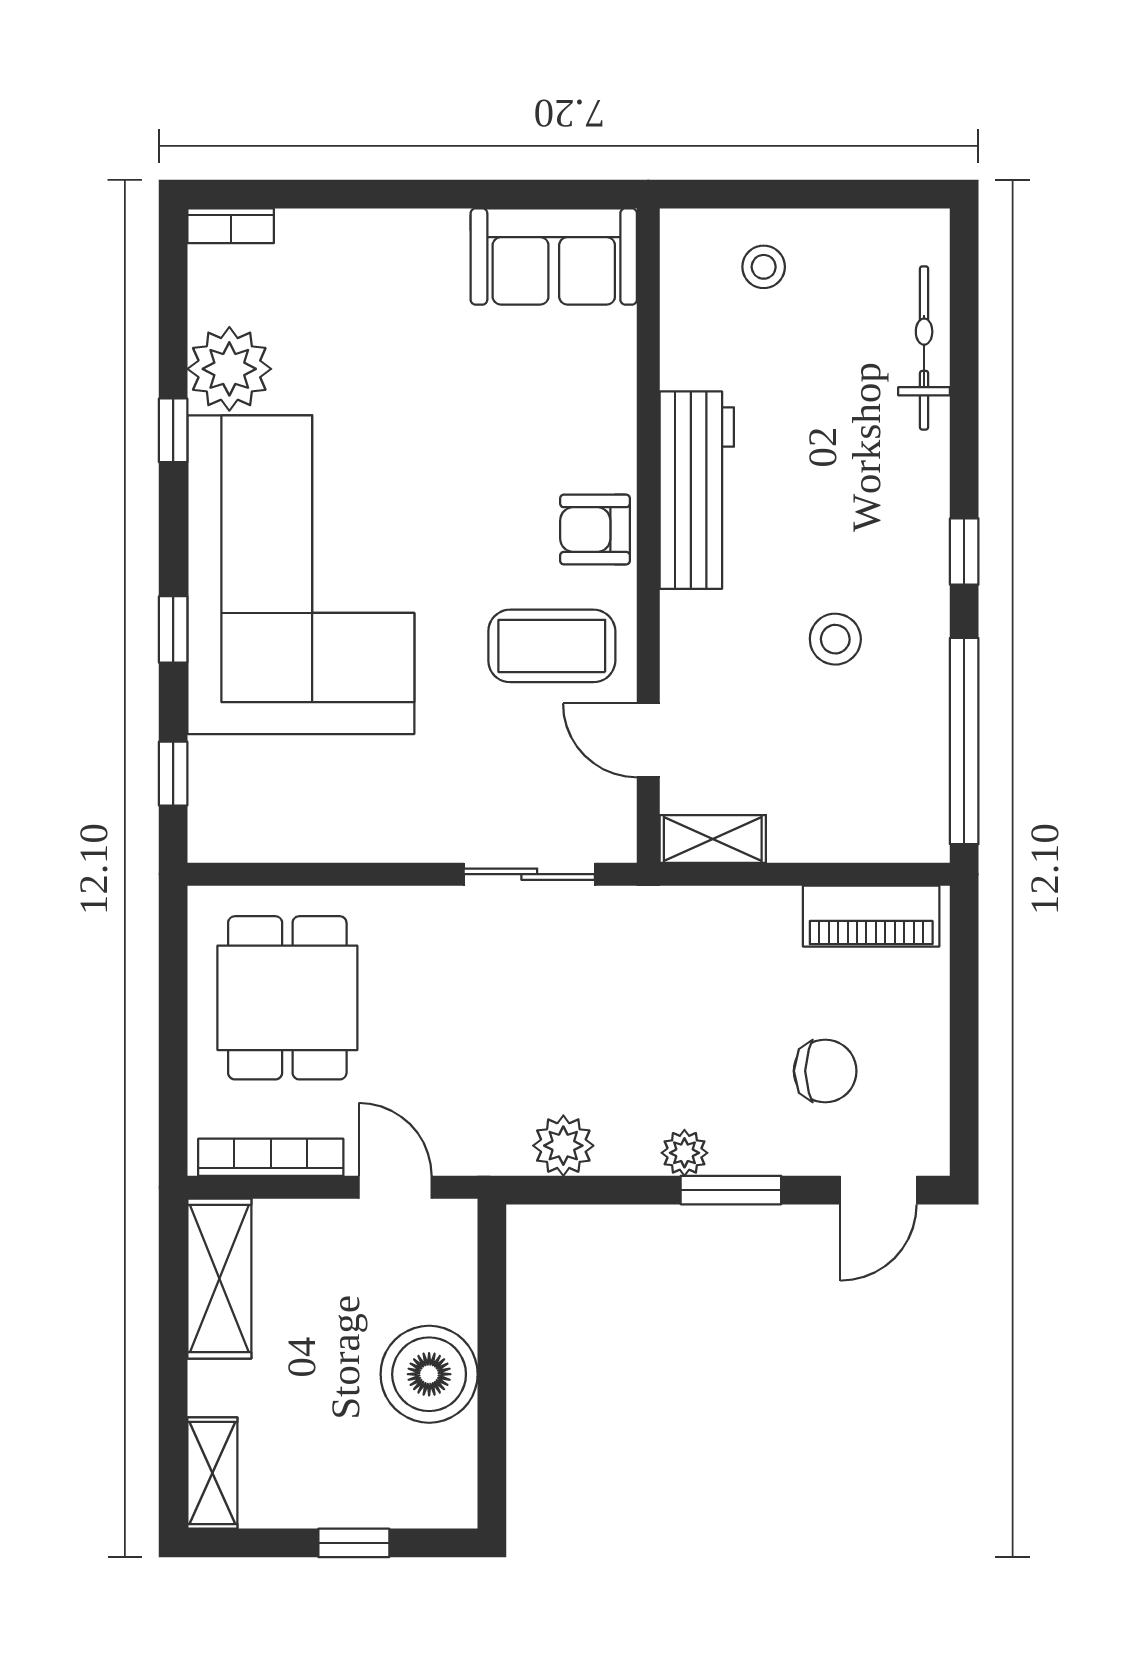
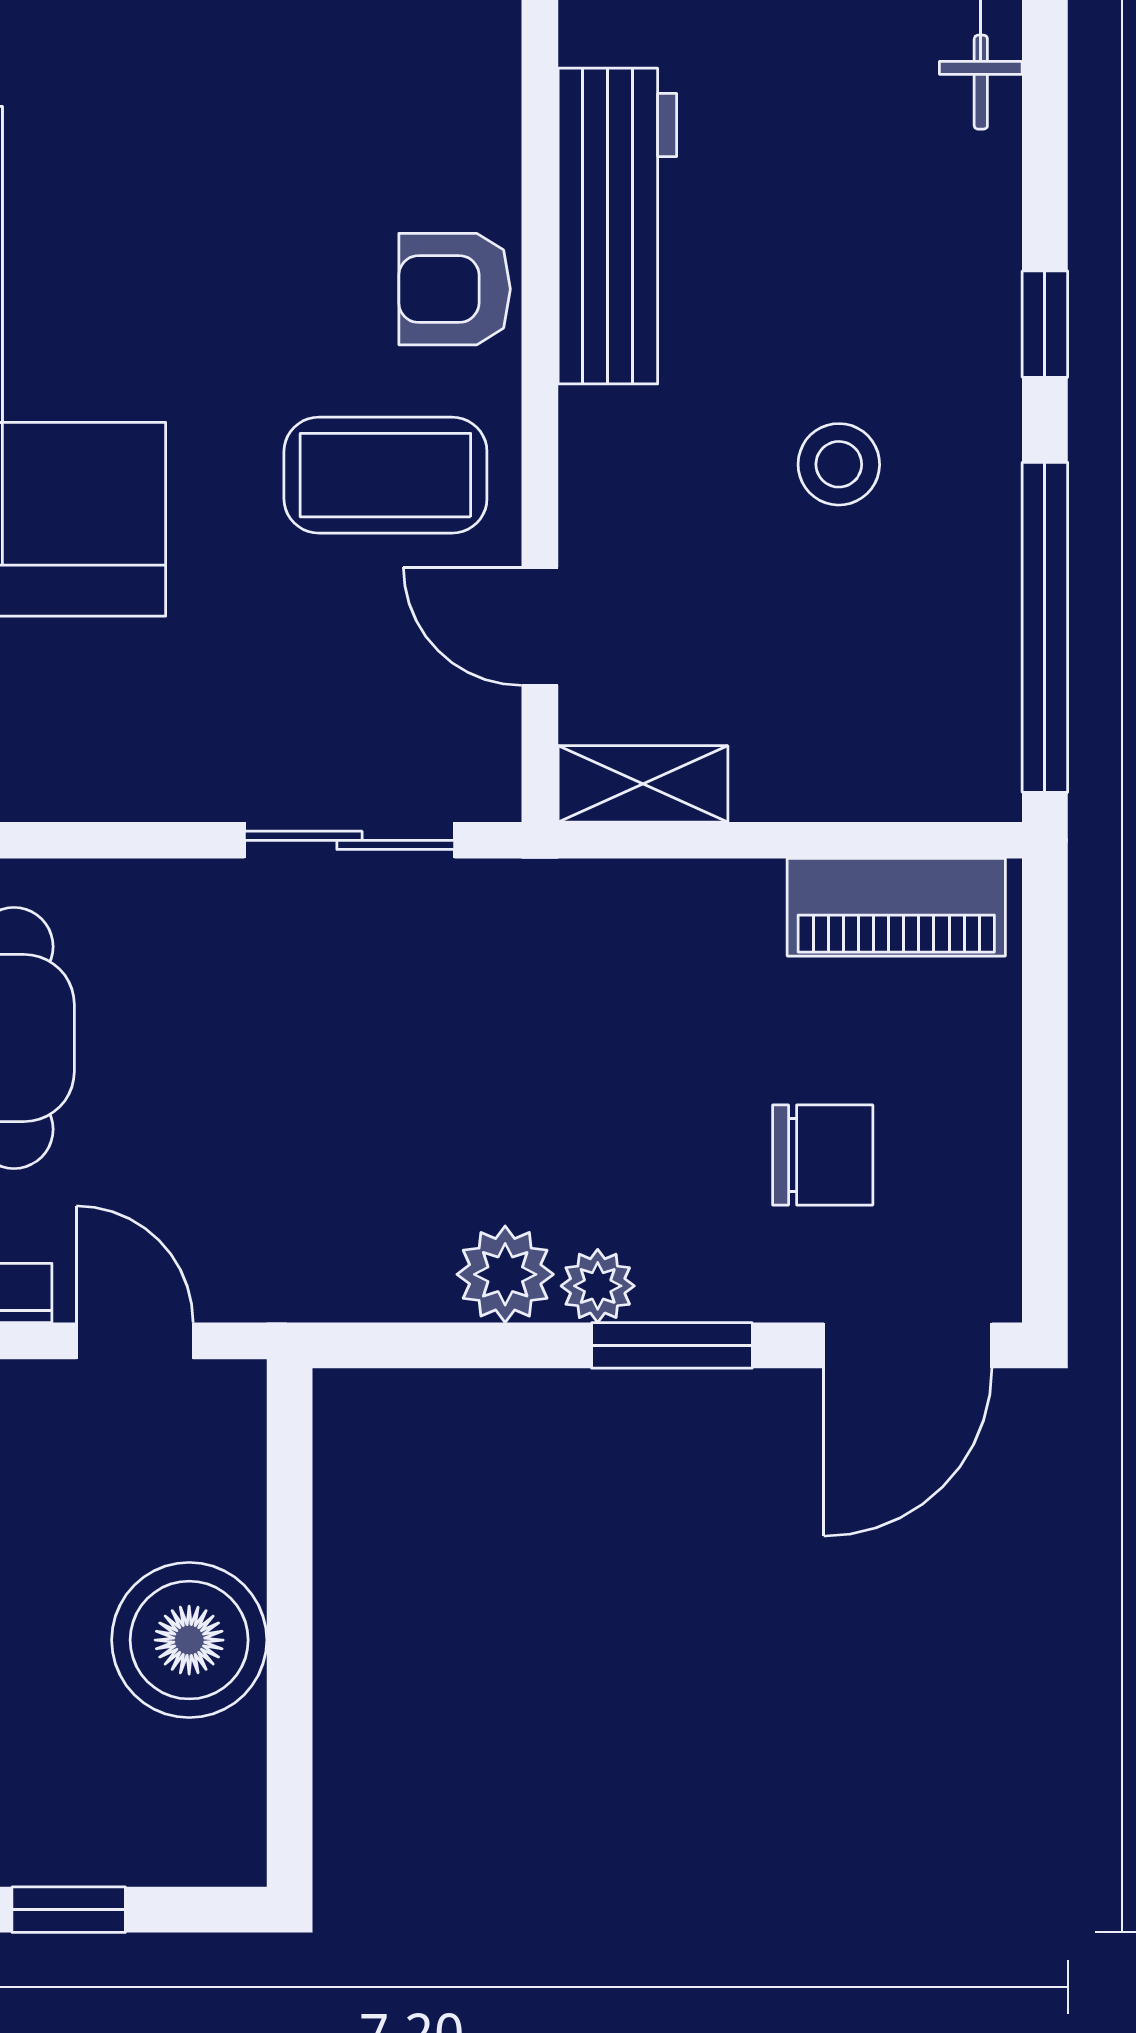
plant: (563, 1146) -> (505, 1274), moved
door: (878, 1190) -> (908, 1345), width x1.38

